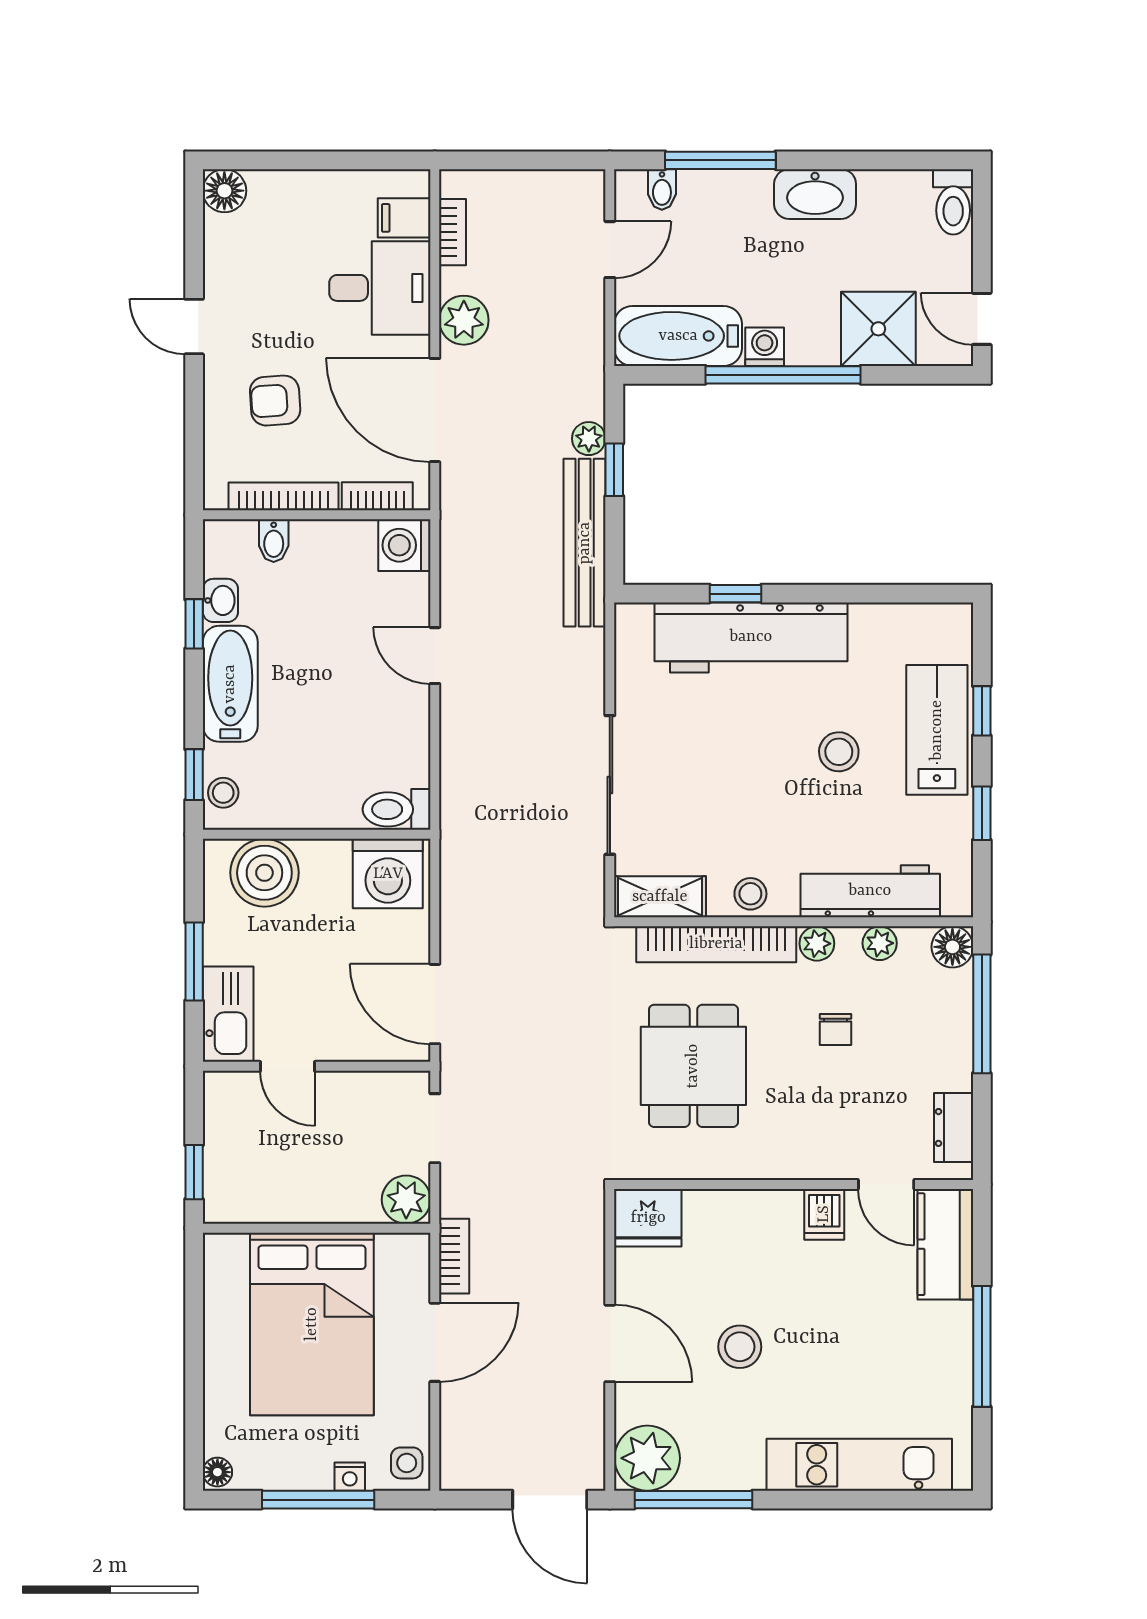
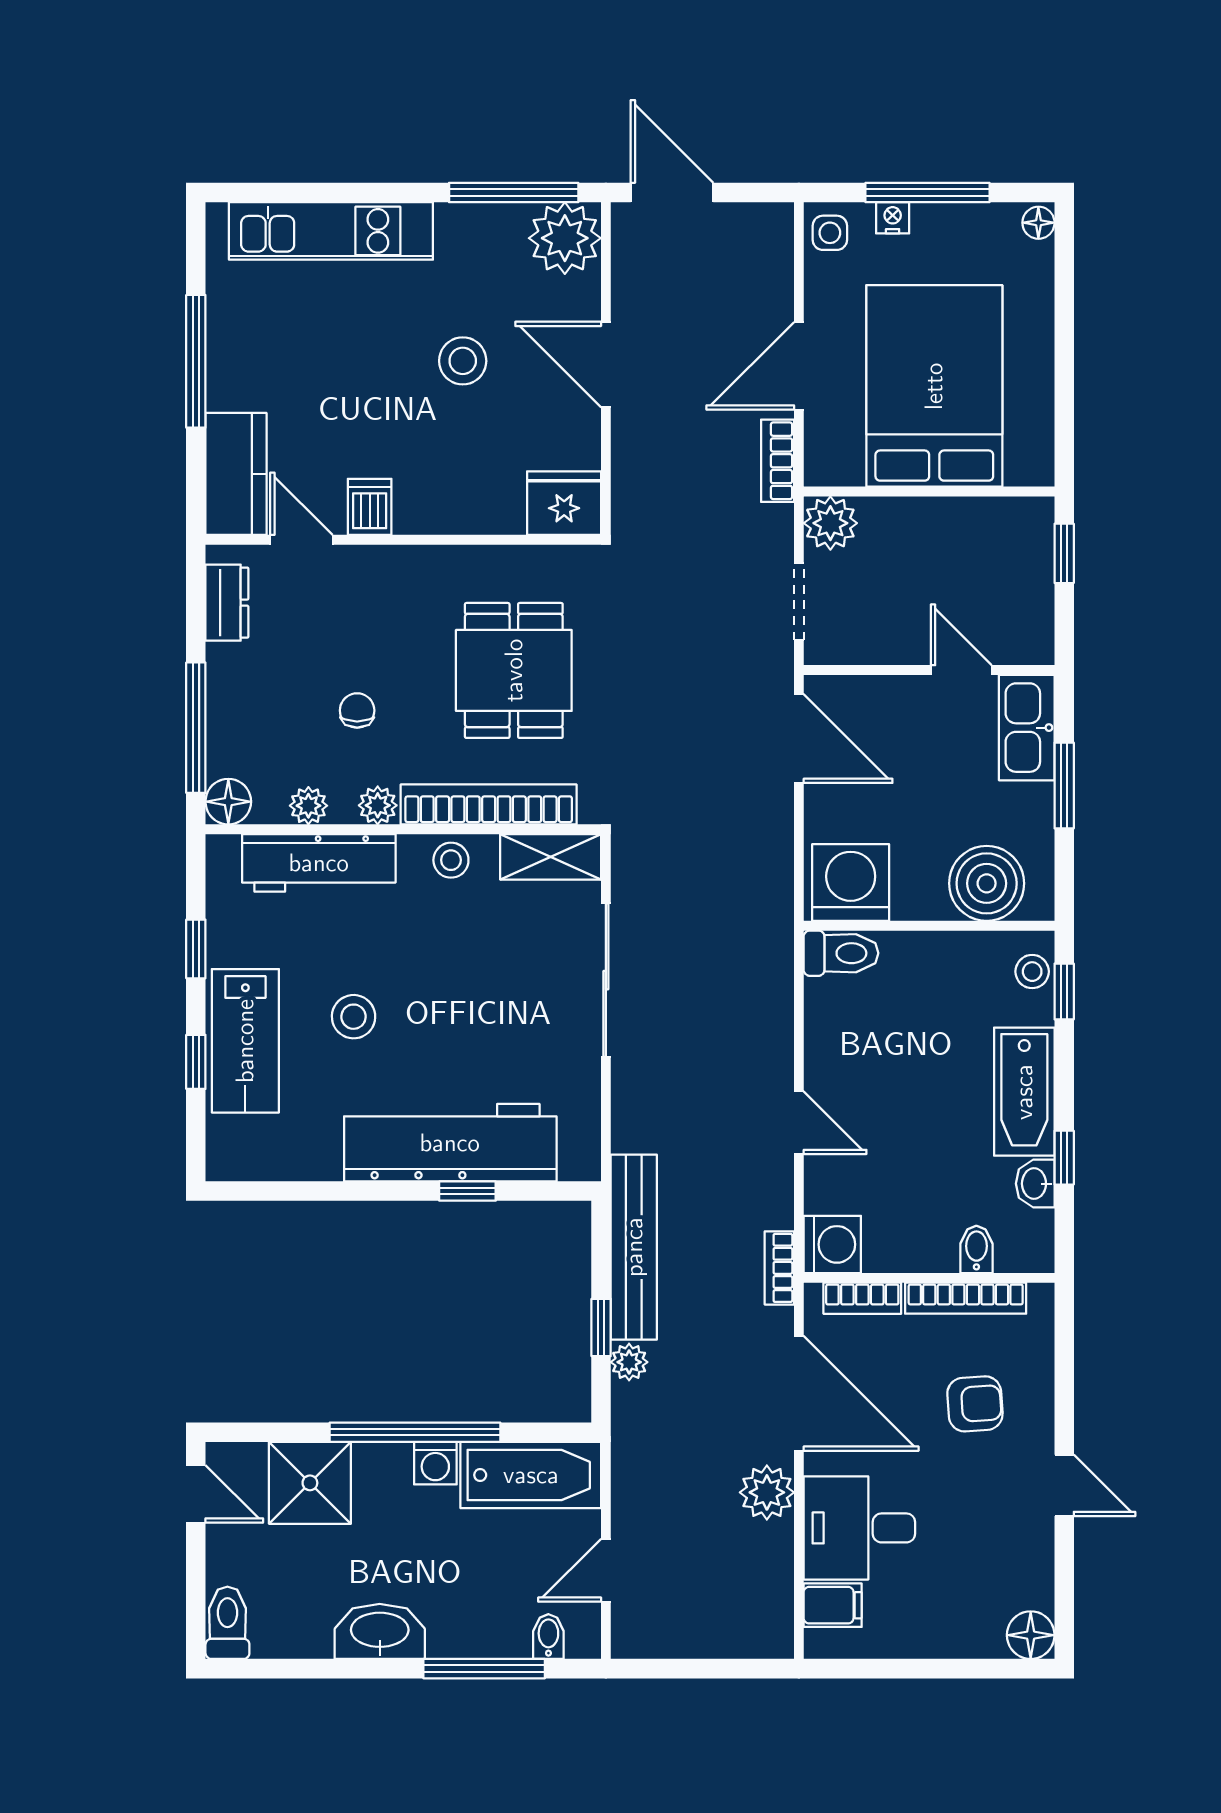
bookcase: (452, 232) -> (779, 1268), moved

